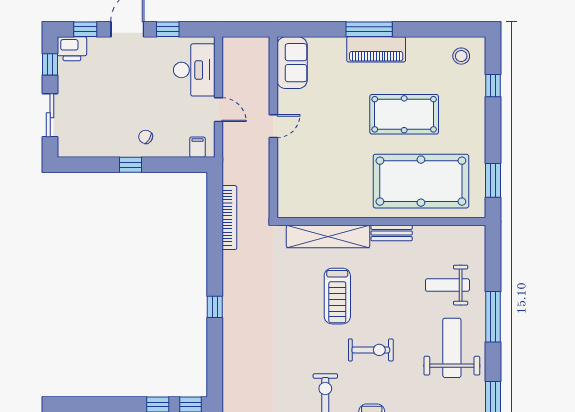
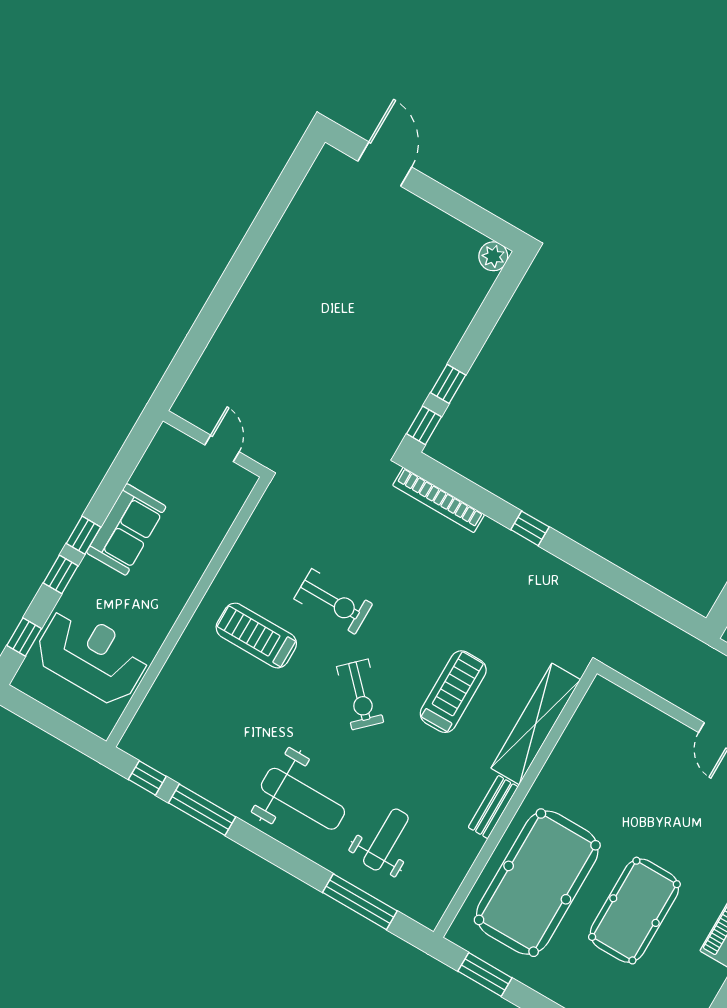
bookcase: (229, 218) -> (439, 500), moved
treadmill: (337, 296) -> (453, 692), turned 90
window: (493, 317) -> (360, 902), moved
exercise bike: (371, 350) -> (360, 694), turned -44

